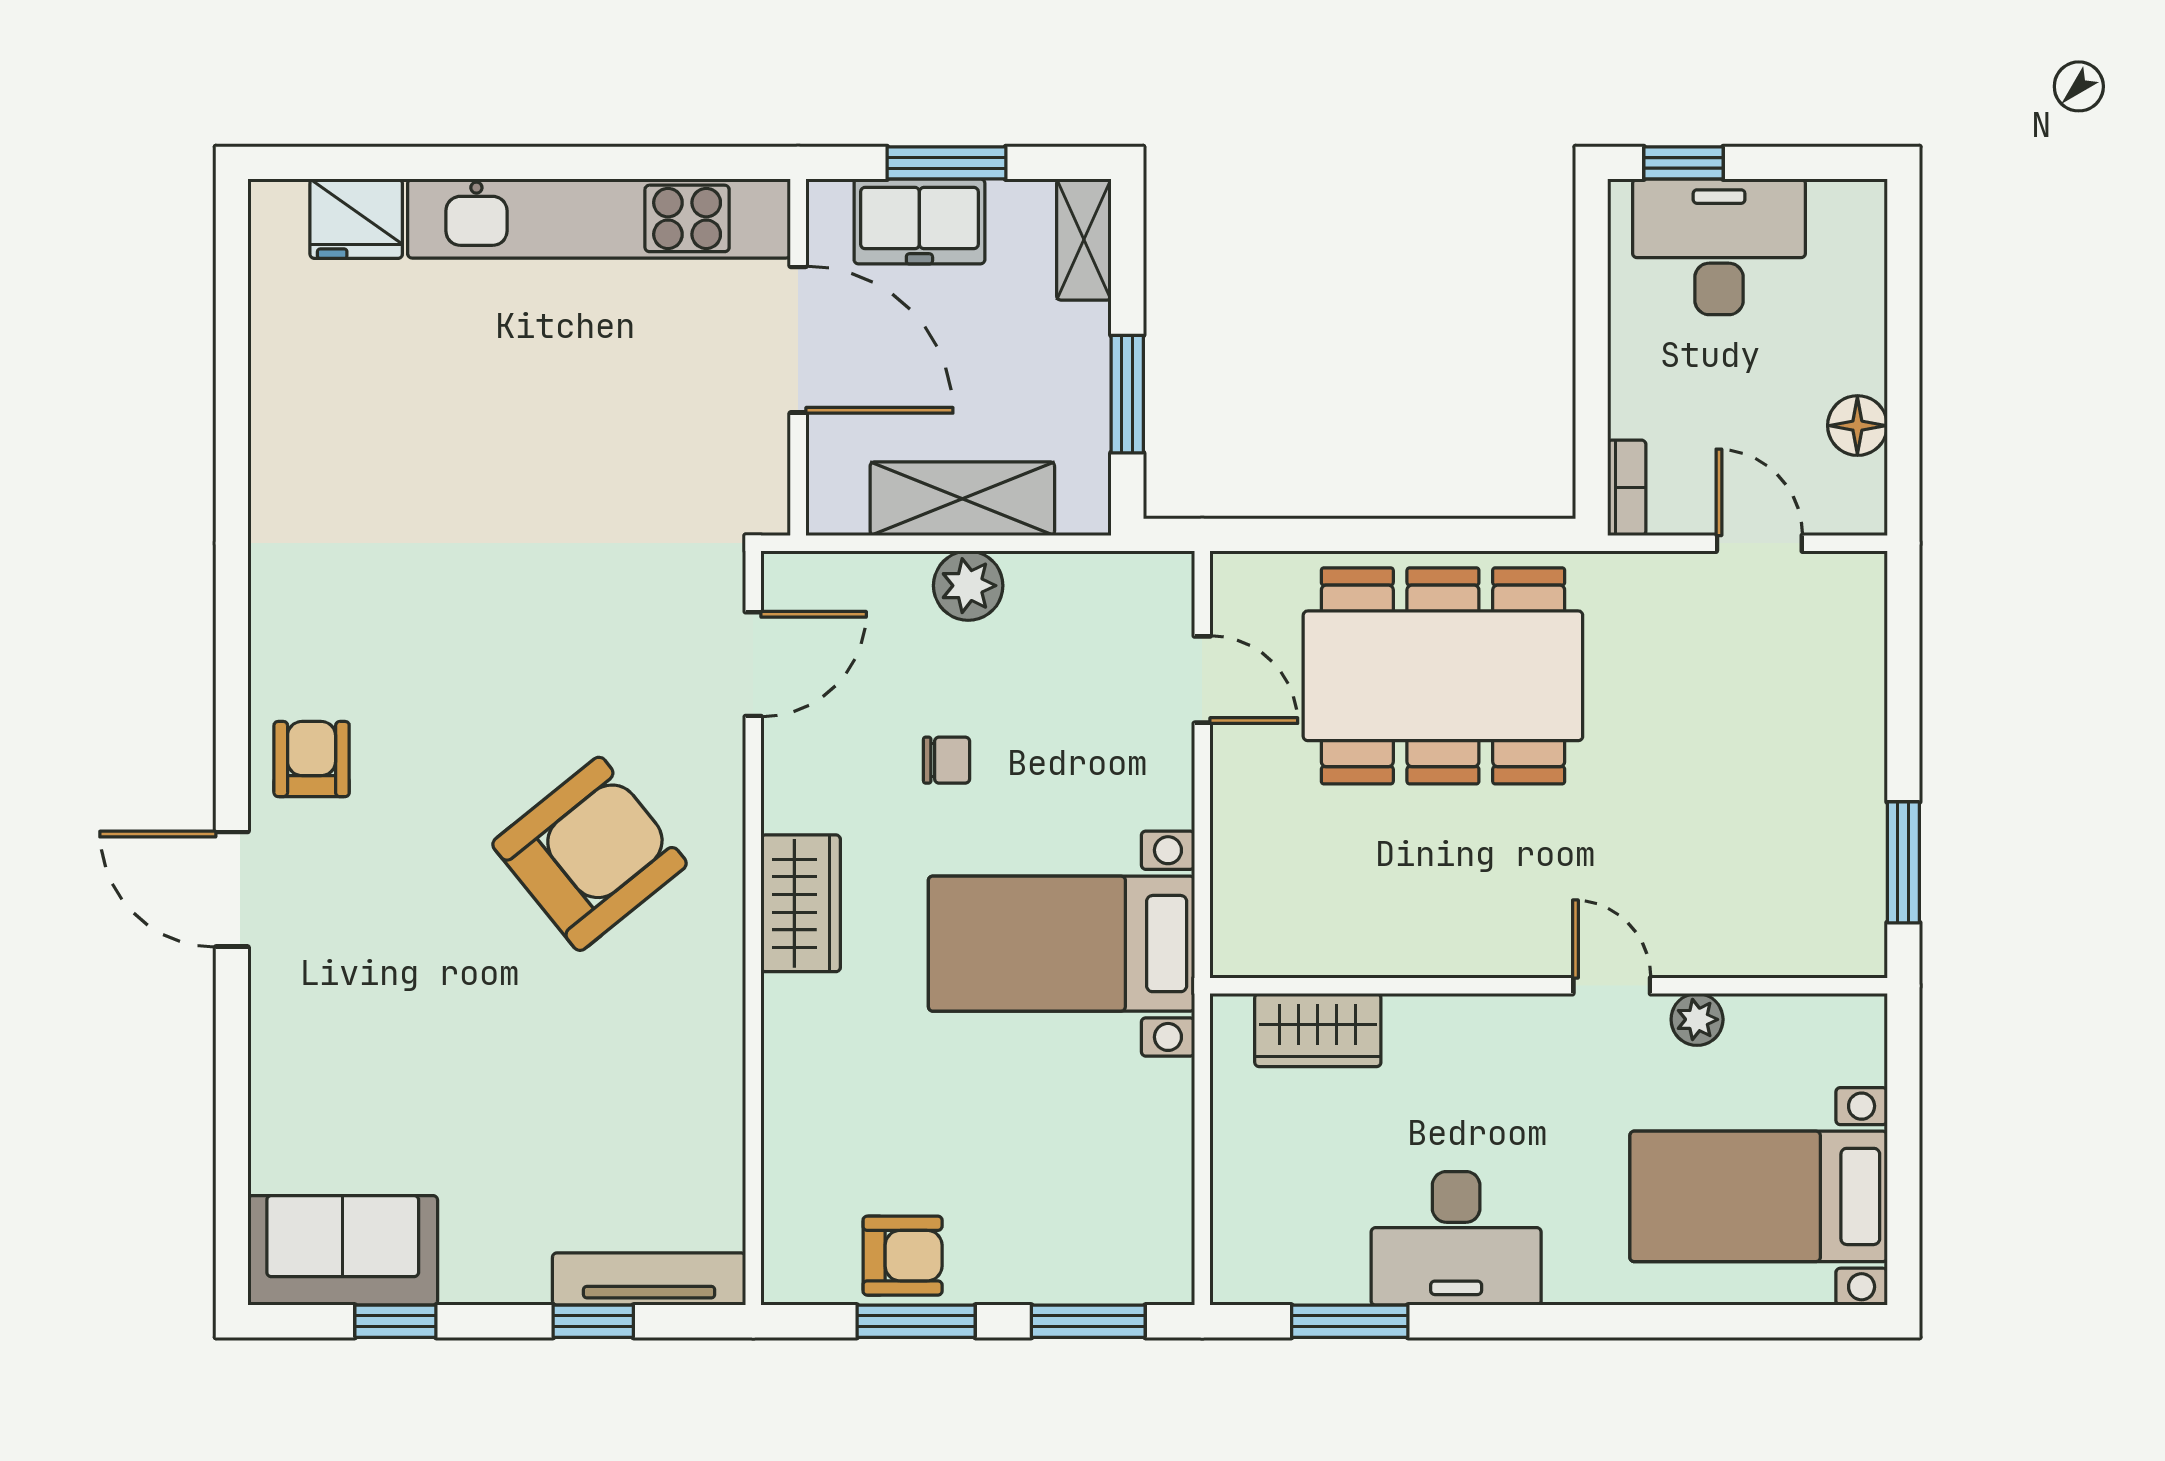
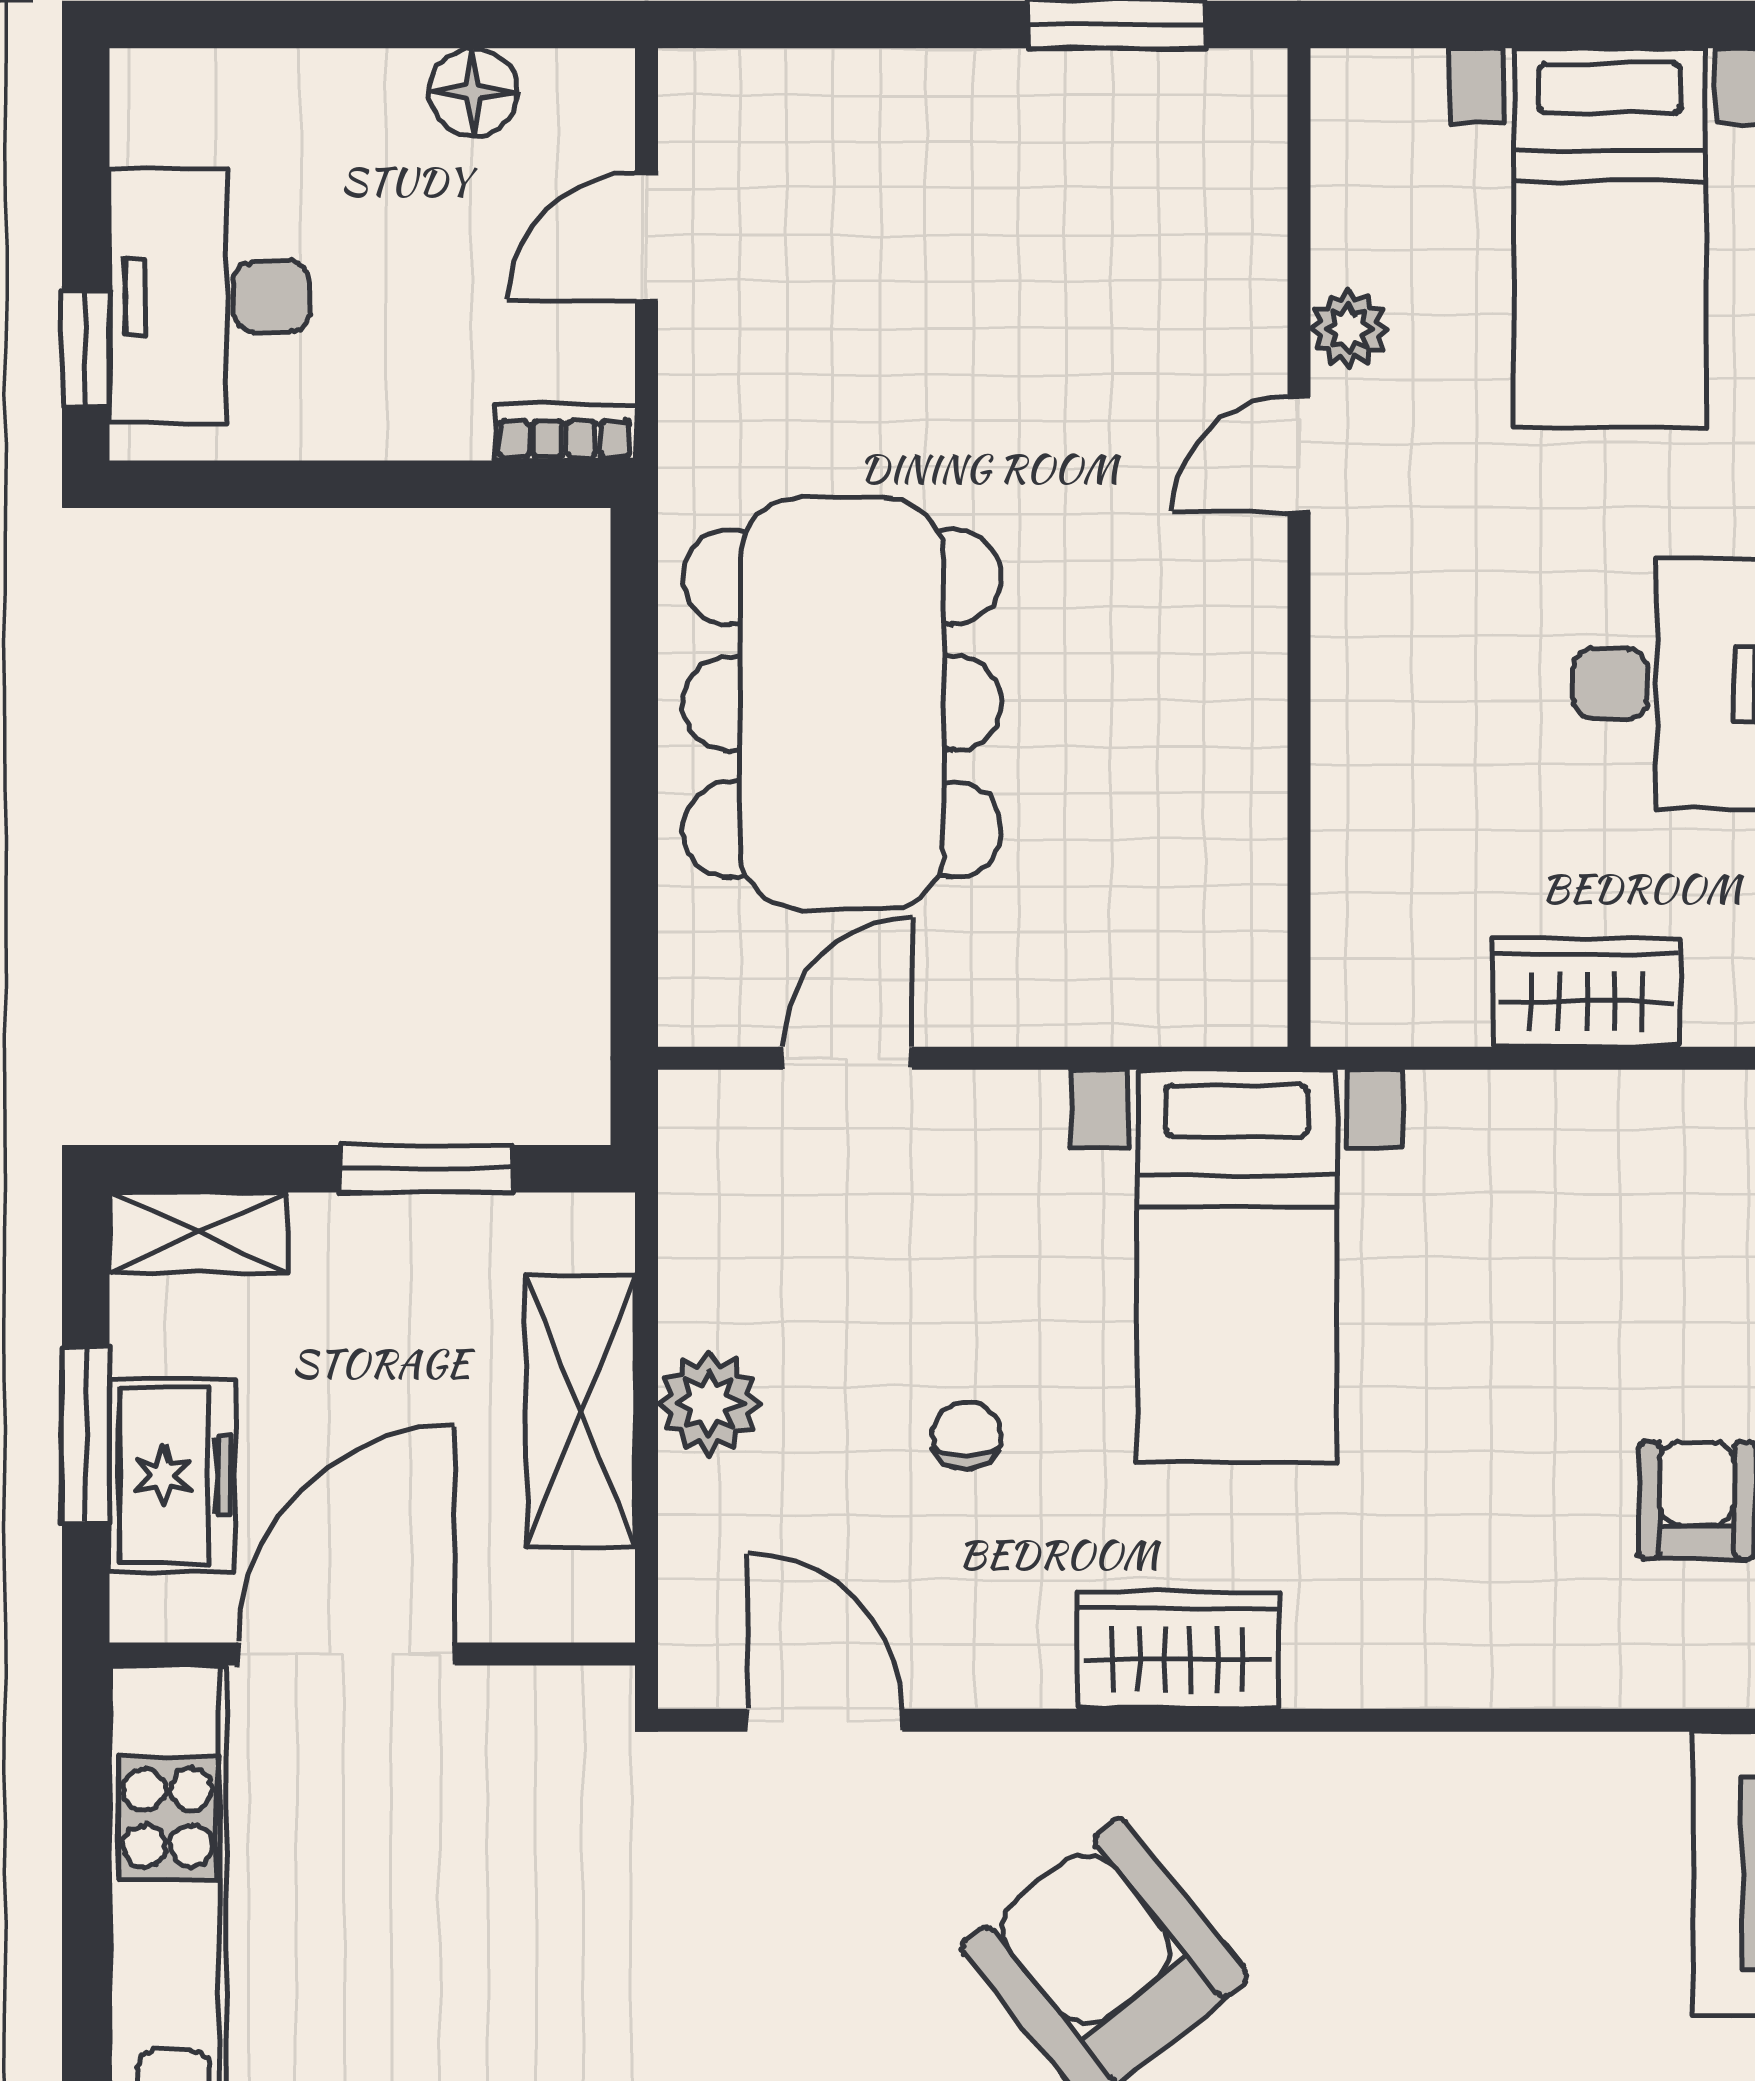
wardrobe: (1318, 1030) -> (1587, 993), moved, turned -90

